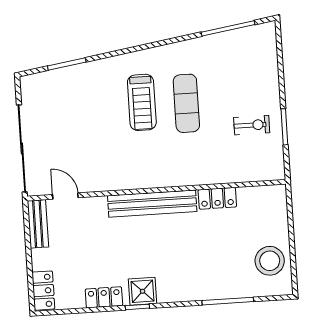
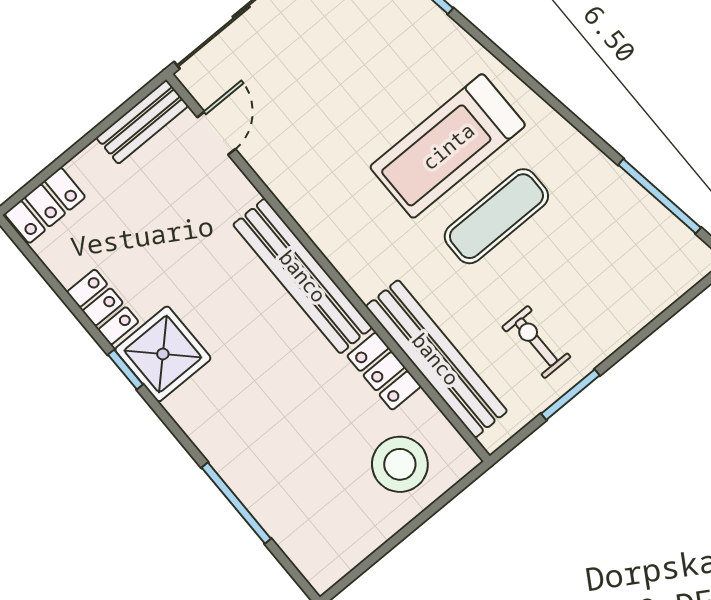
treadmill: (142, 102) -> (448, 146), width x1.37, depth x1.38
exercise bike: (252, 125) -> (536, 342), turned 180
bench: (228, 172) -> (436, 359), added
stool: (270, 261) -> (400, 464), moved
shower: (143, 291) -> (163, 354), width x1.36, depth x1.36

